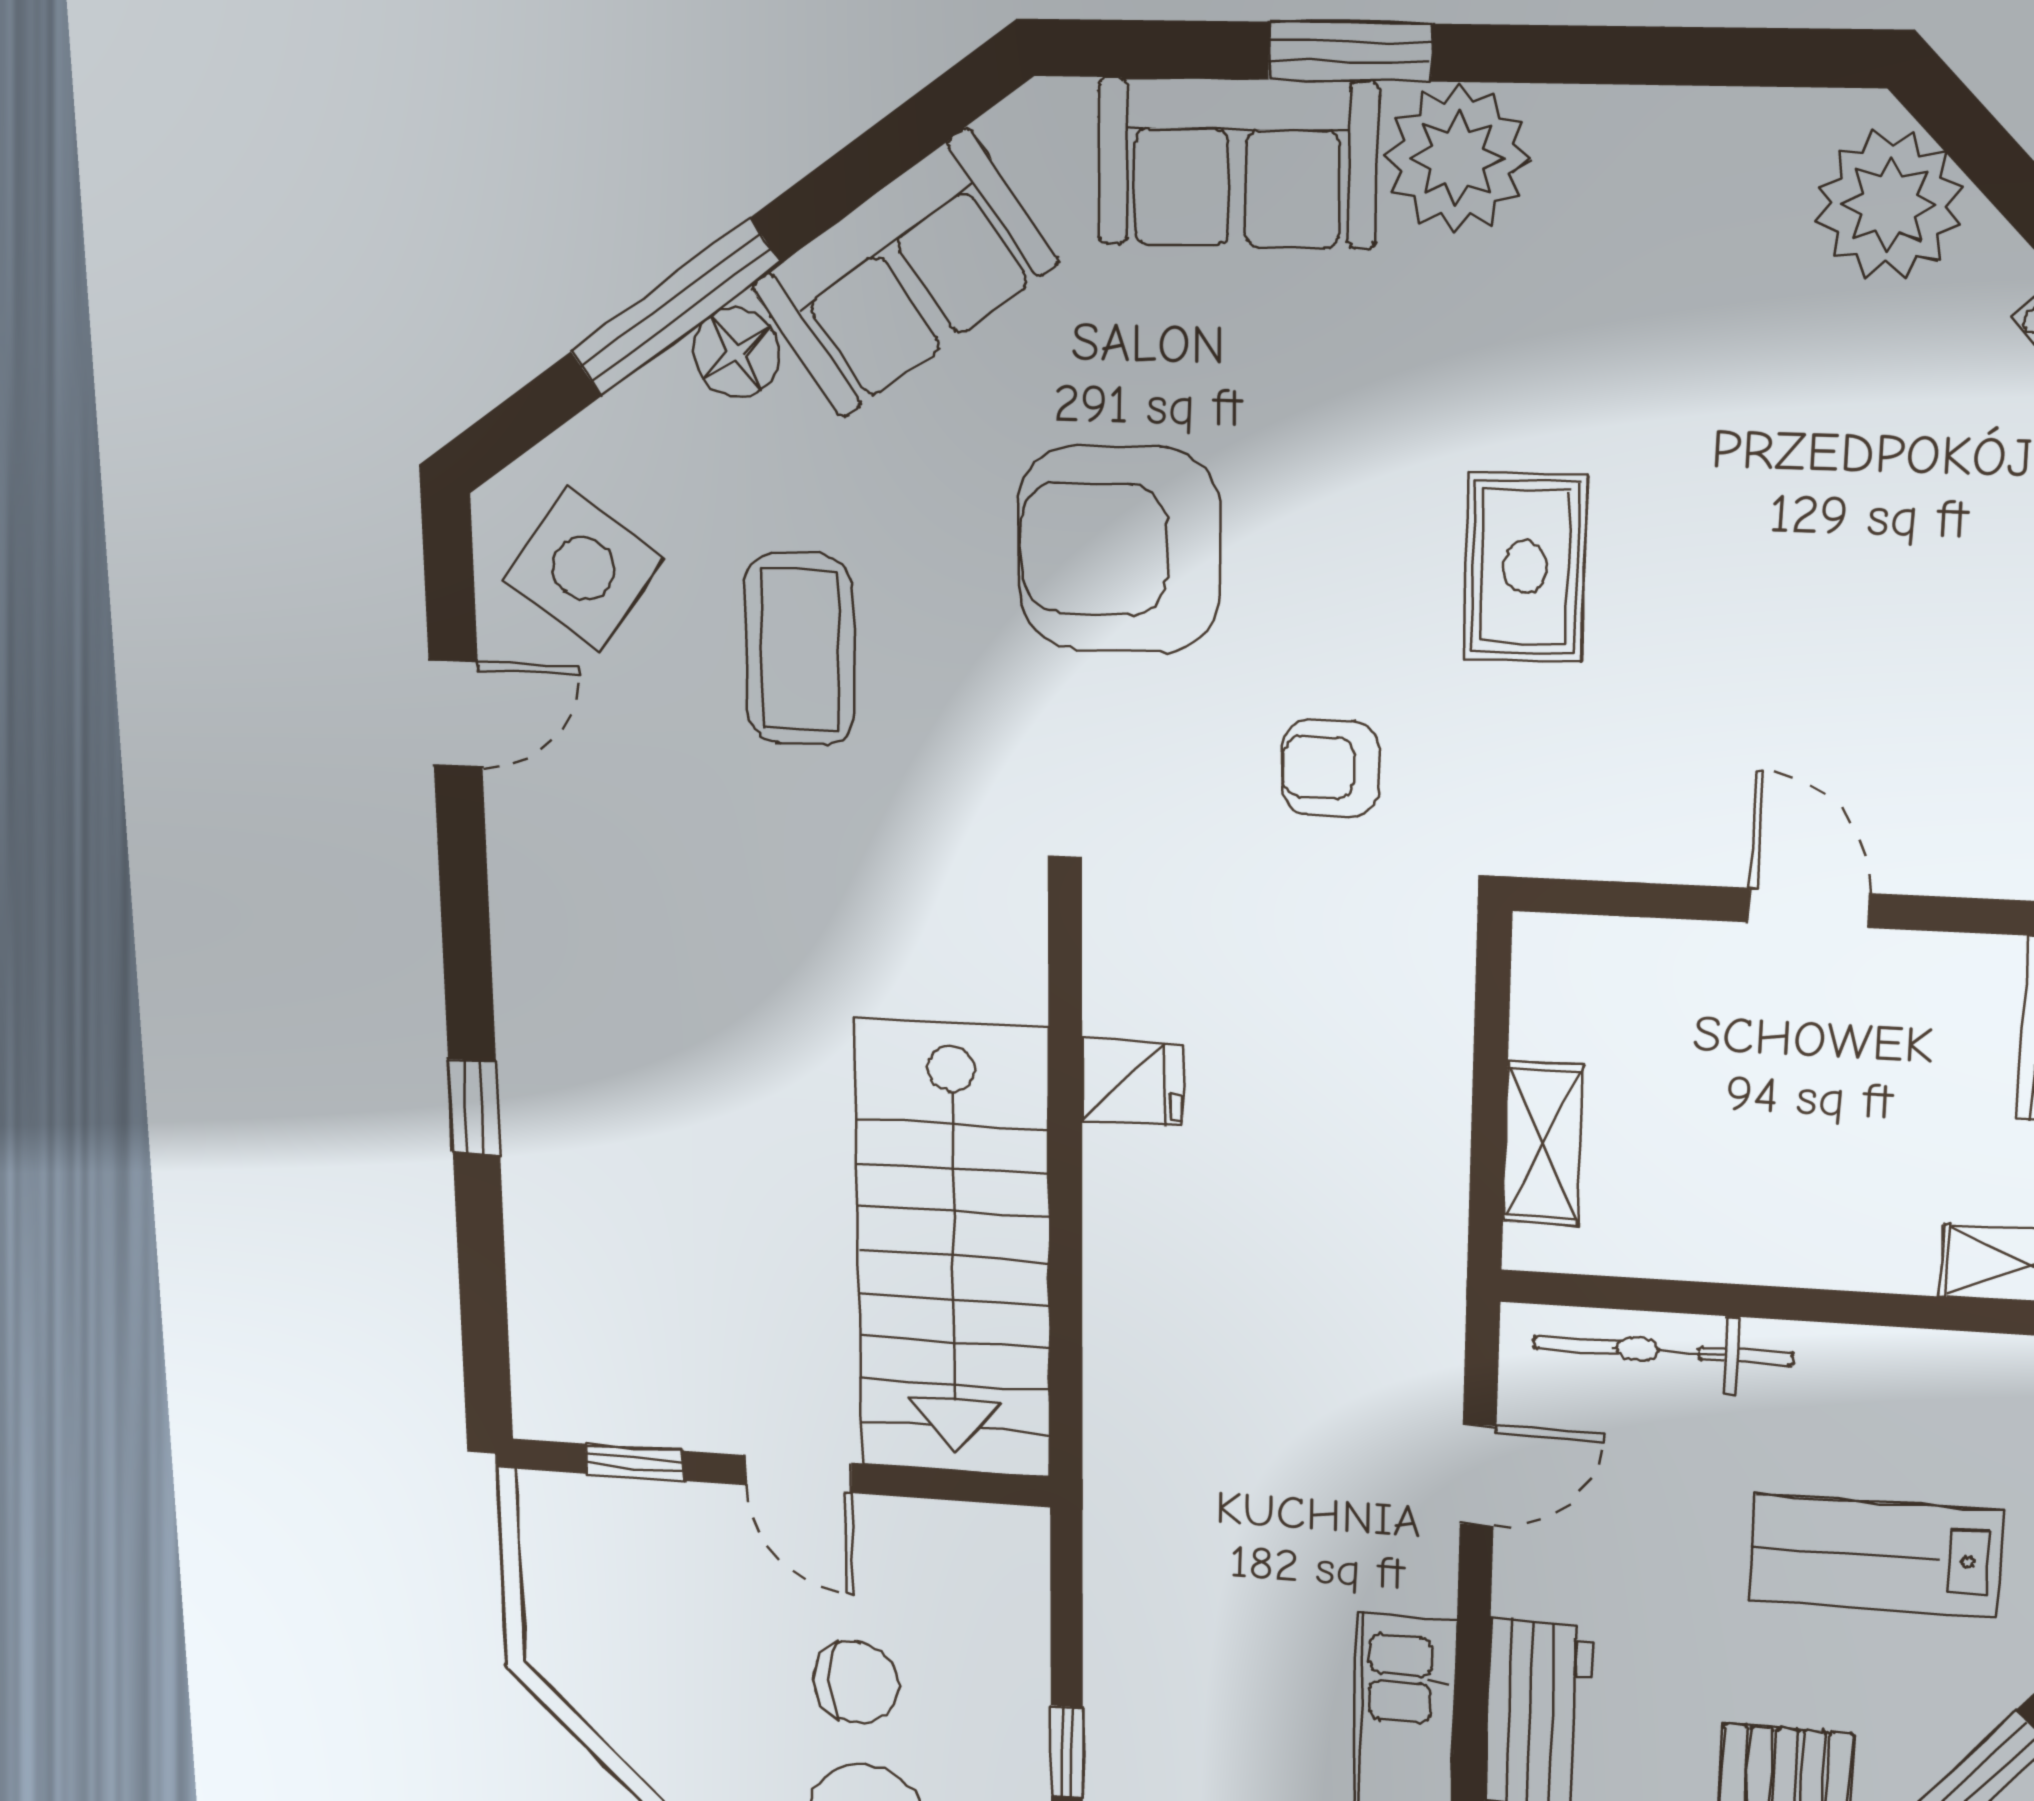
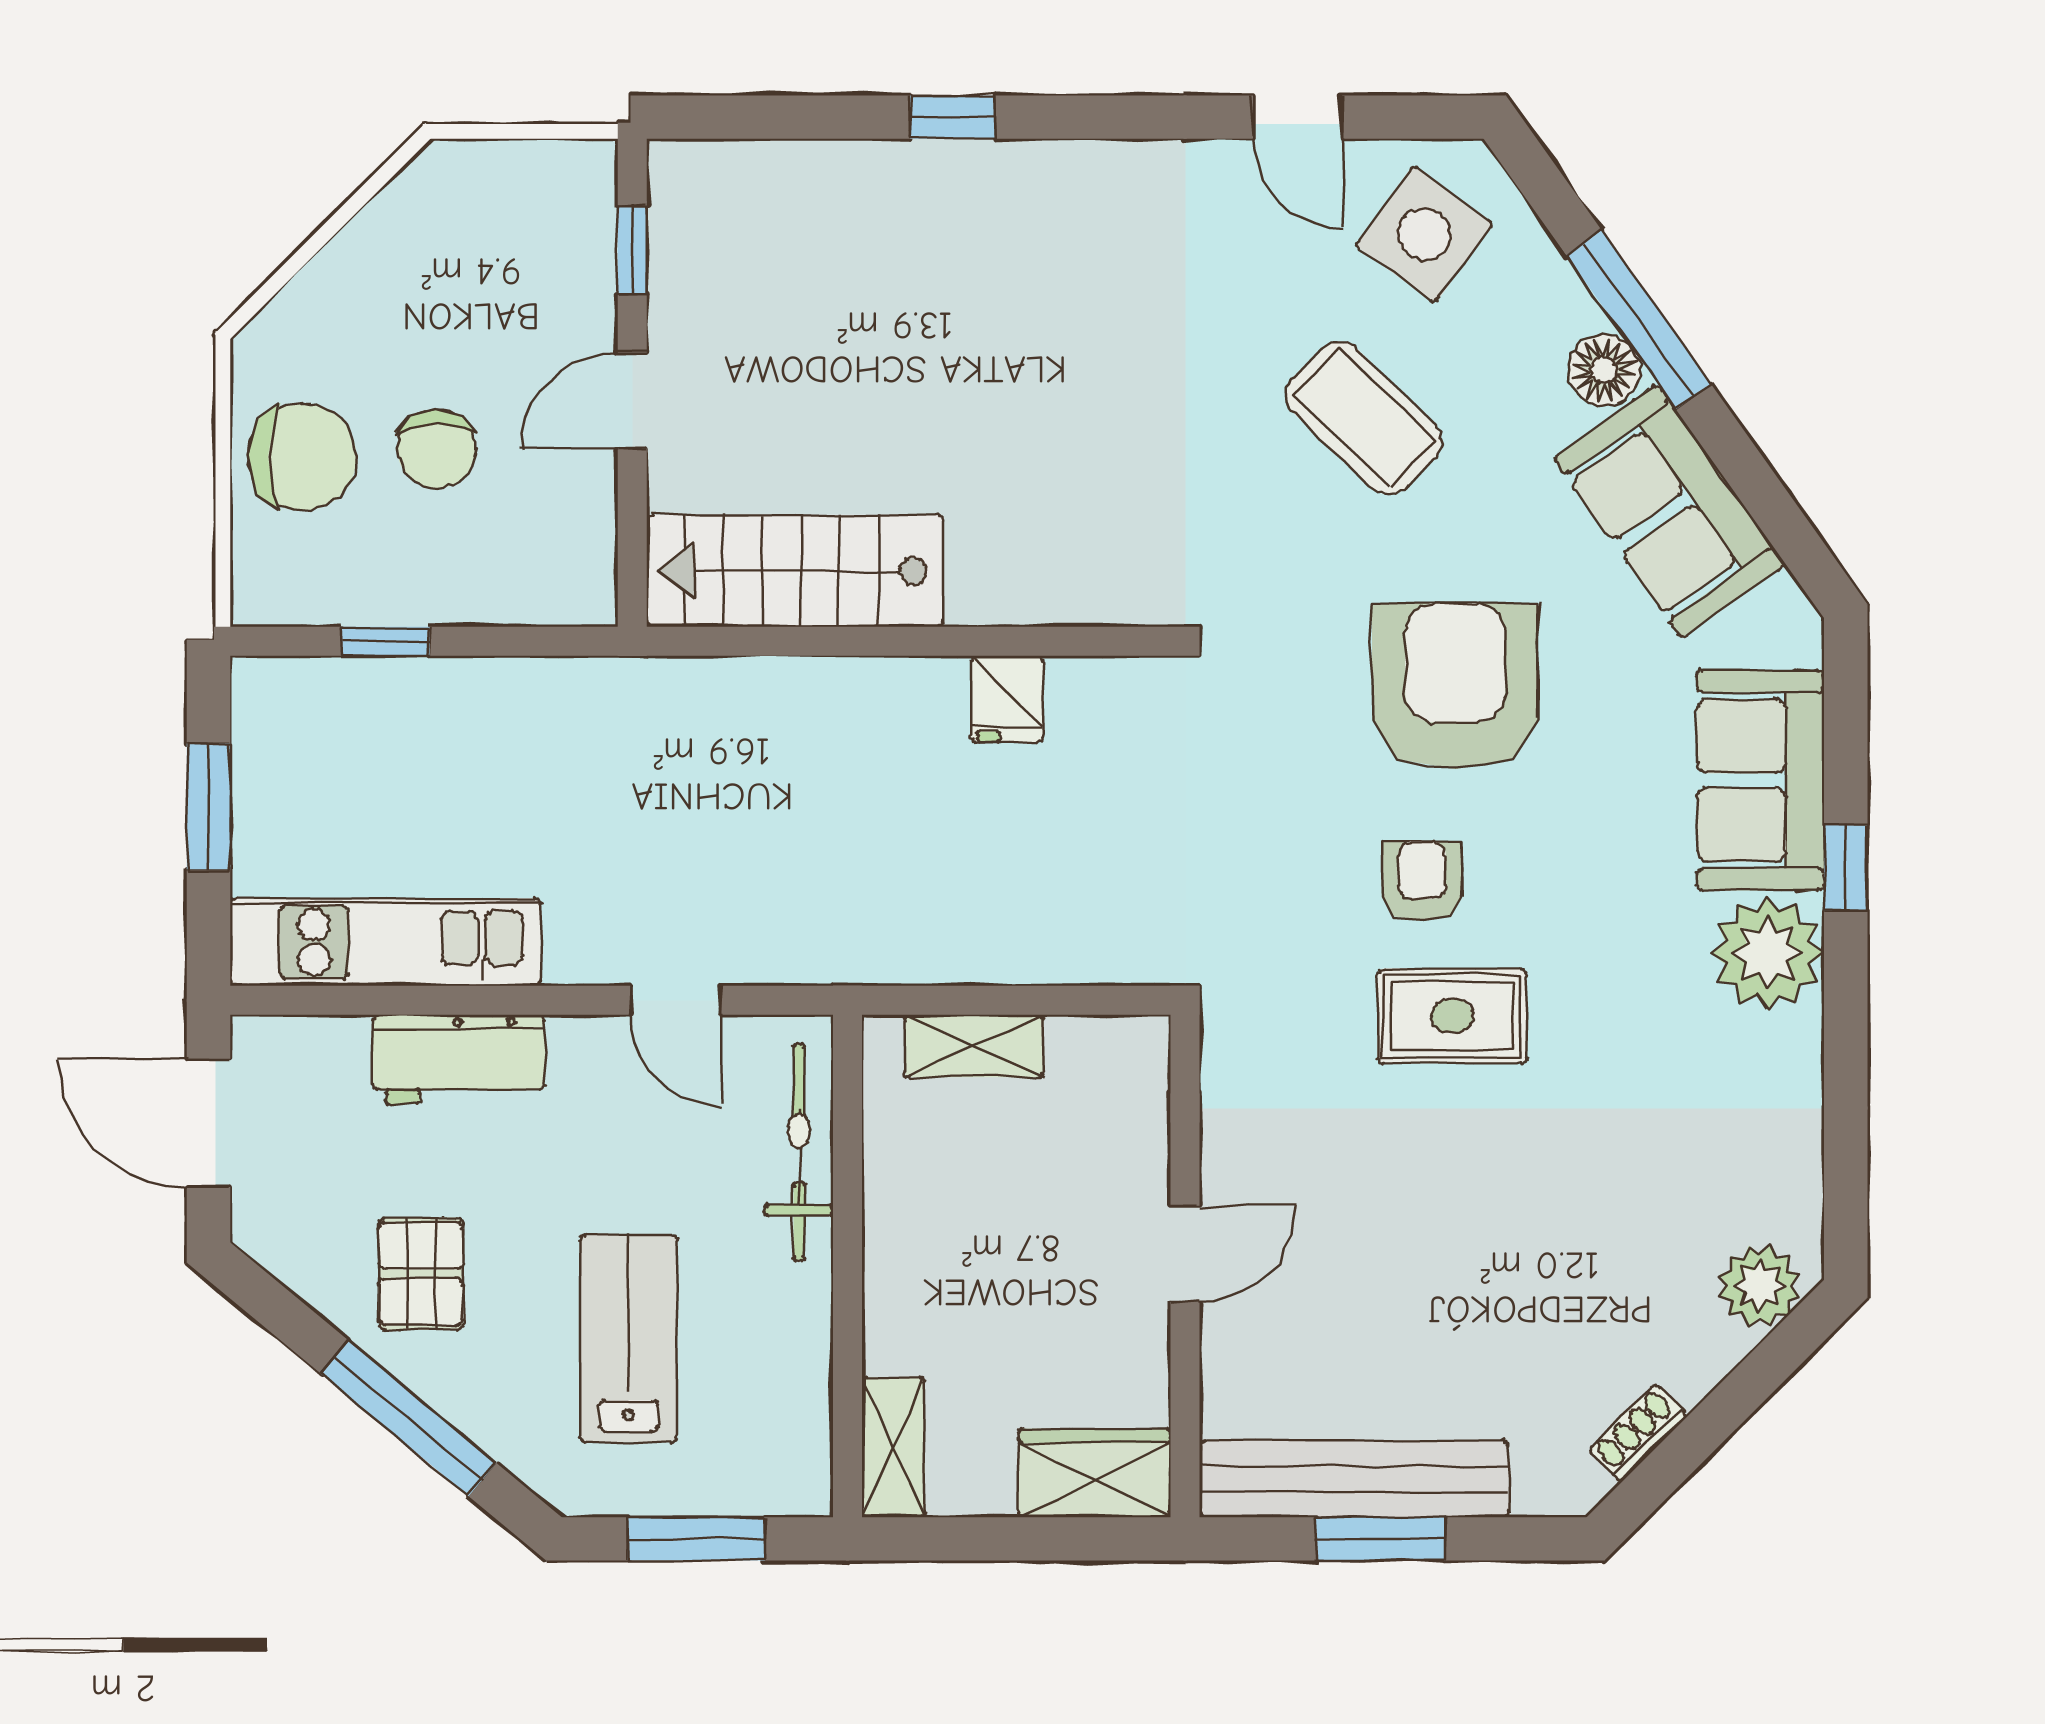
window: (1350, 52) -> (1846, 868), width x0.67
plant: (1889, 205) -> (1760, 1286), width x0.73, depth x0.73
coffee table: (800, 649) -> (1364, 418), turned 44
armchair: (1330, 768) -> (1422, 881), moved
stairs: (953, 1250) -> (795, 571), width x0.73, depth x0.66

